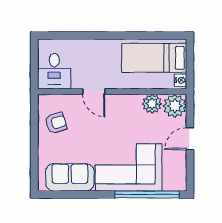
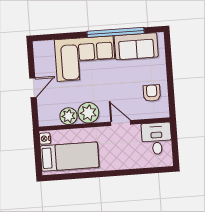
plant: (175, 106) -> (88, 113), moved
armchair: (56, 123) -> (152, 93), turned 107
window: (147, 195) -> (116, 32), moved

